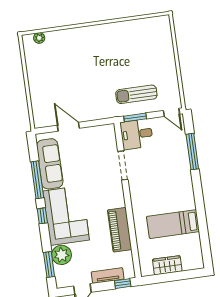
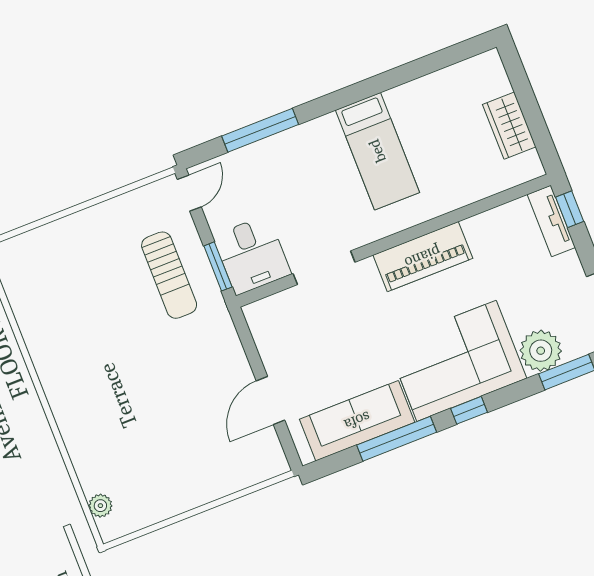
bed: (173, 224) -> (377, 151), moved
piano: (120, 230) -> (423, 257), moved
tv unit: (108, 276) -> (551, 221), moved

